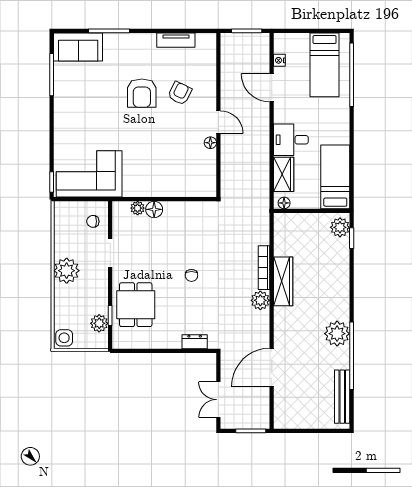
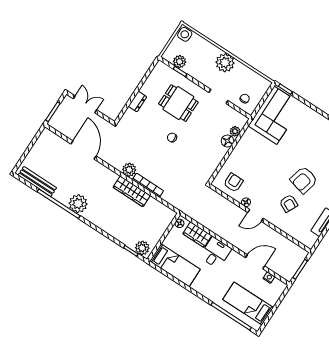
armchair: (142, 93) -> (304, 180), turned -76
armchair: (197, 172) -> (233, 183), added
dining table: (136, 305) -> (178, 103), moved
dresser: (195, 342) -> (137, 102), moved

